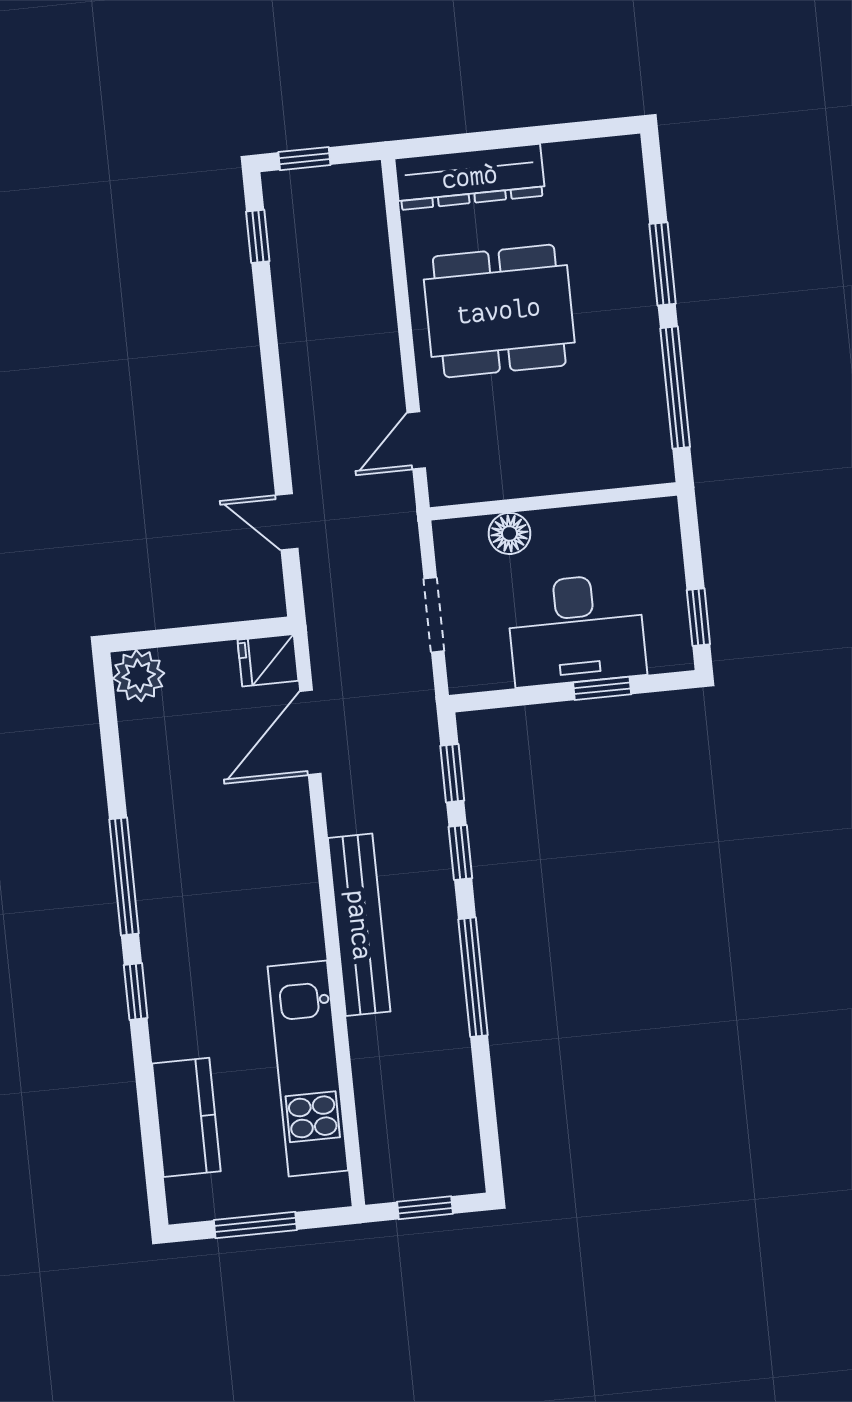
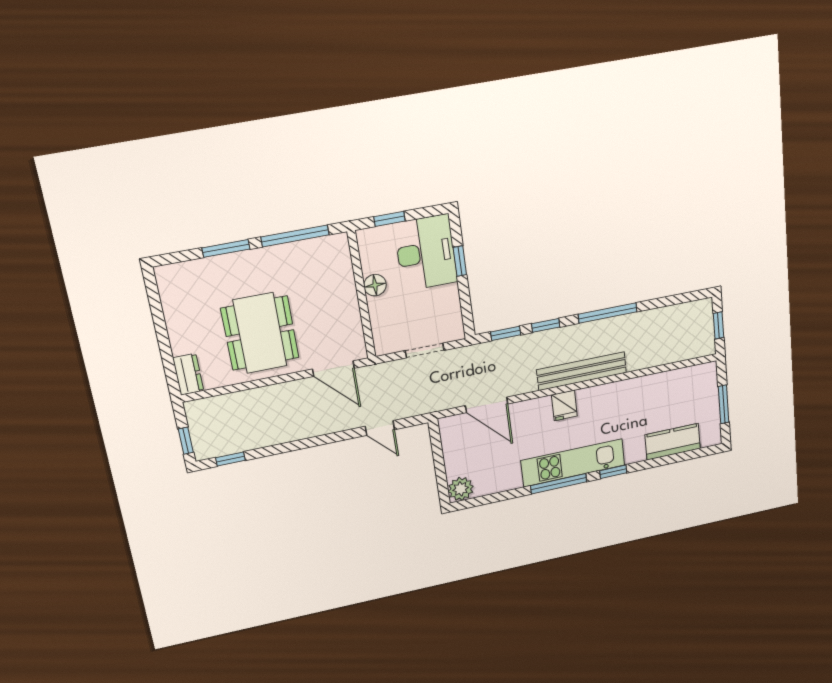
dresser: (470, 177) -> (188, 374), width x0.51, depth x0.80
door: (416, 440) -> (333, 369), width x1.38
door: (287, 522) -> (380, 428), hinge flipped
floor lamp: (509, 533) -> (375, 285), moved
window: (698, 617) -> (389, 219), moved
desk: (576, 630) -> (426, 253), moved
fridge: (268, 660) -> (564, 405), moved
kitchen unit: (308, 1068) -> (573, 463), moved, turned 180

